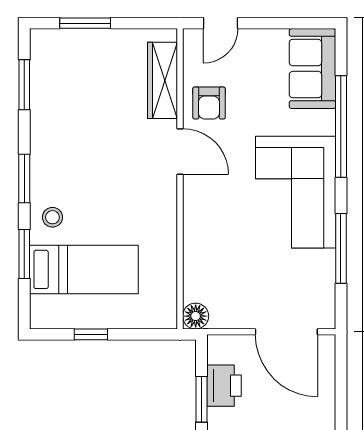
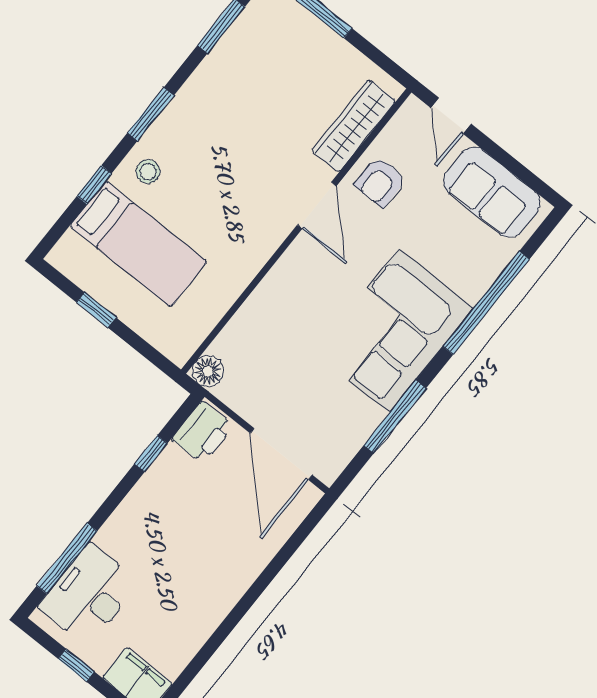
door: (221, 23) -> (451, 116), hinge flipped
sofa: (312, 69) -> (492, 192), moved, turned -90
window: (24, 254) -> (94, 185), width x0.67
printer: (224, 386) -> (203, 432), moved
window: (201, 399) -> (151, 454), width x0.67

